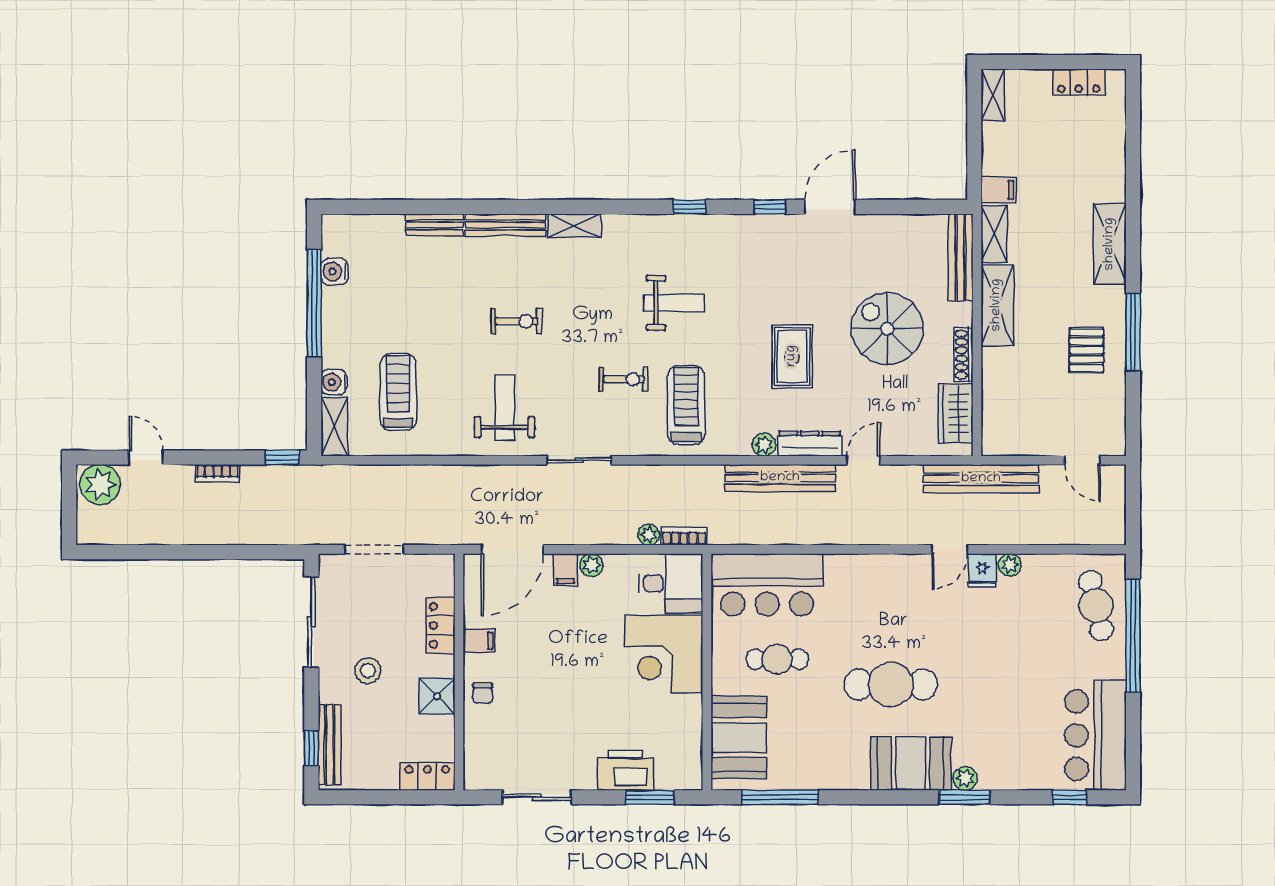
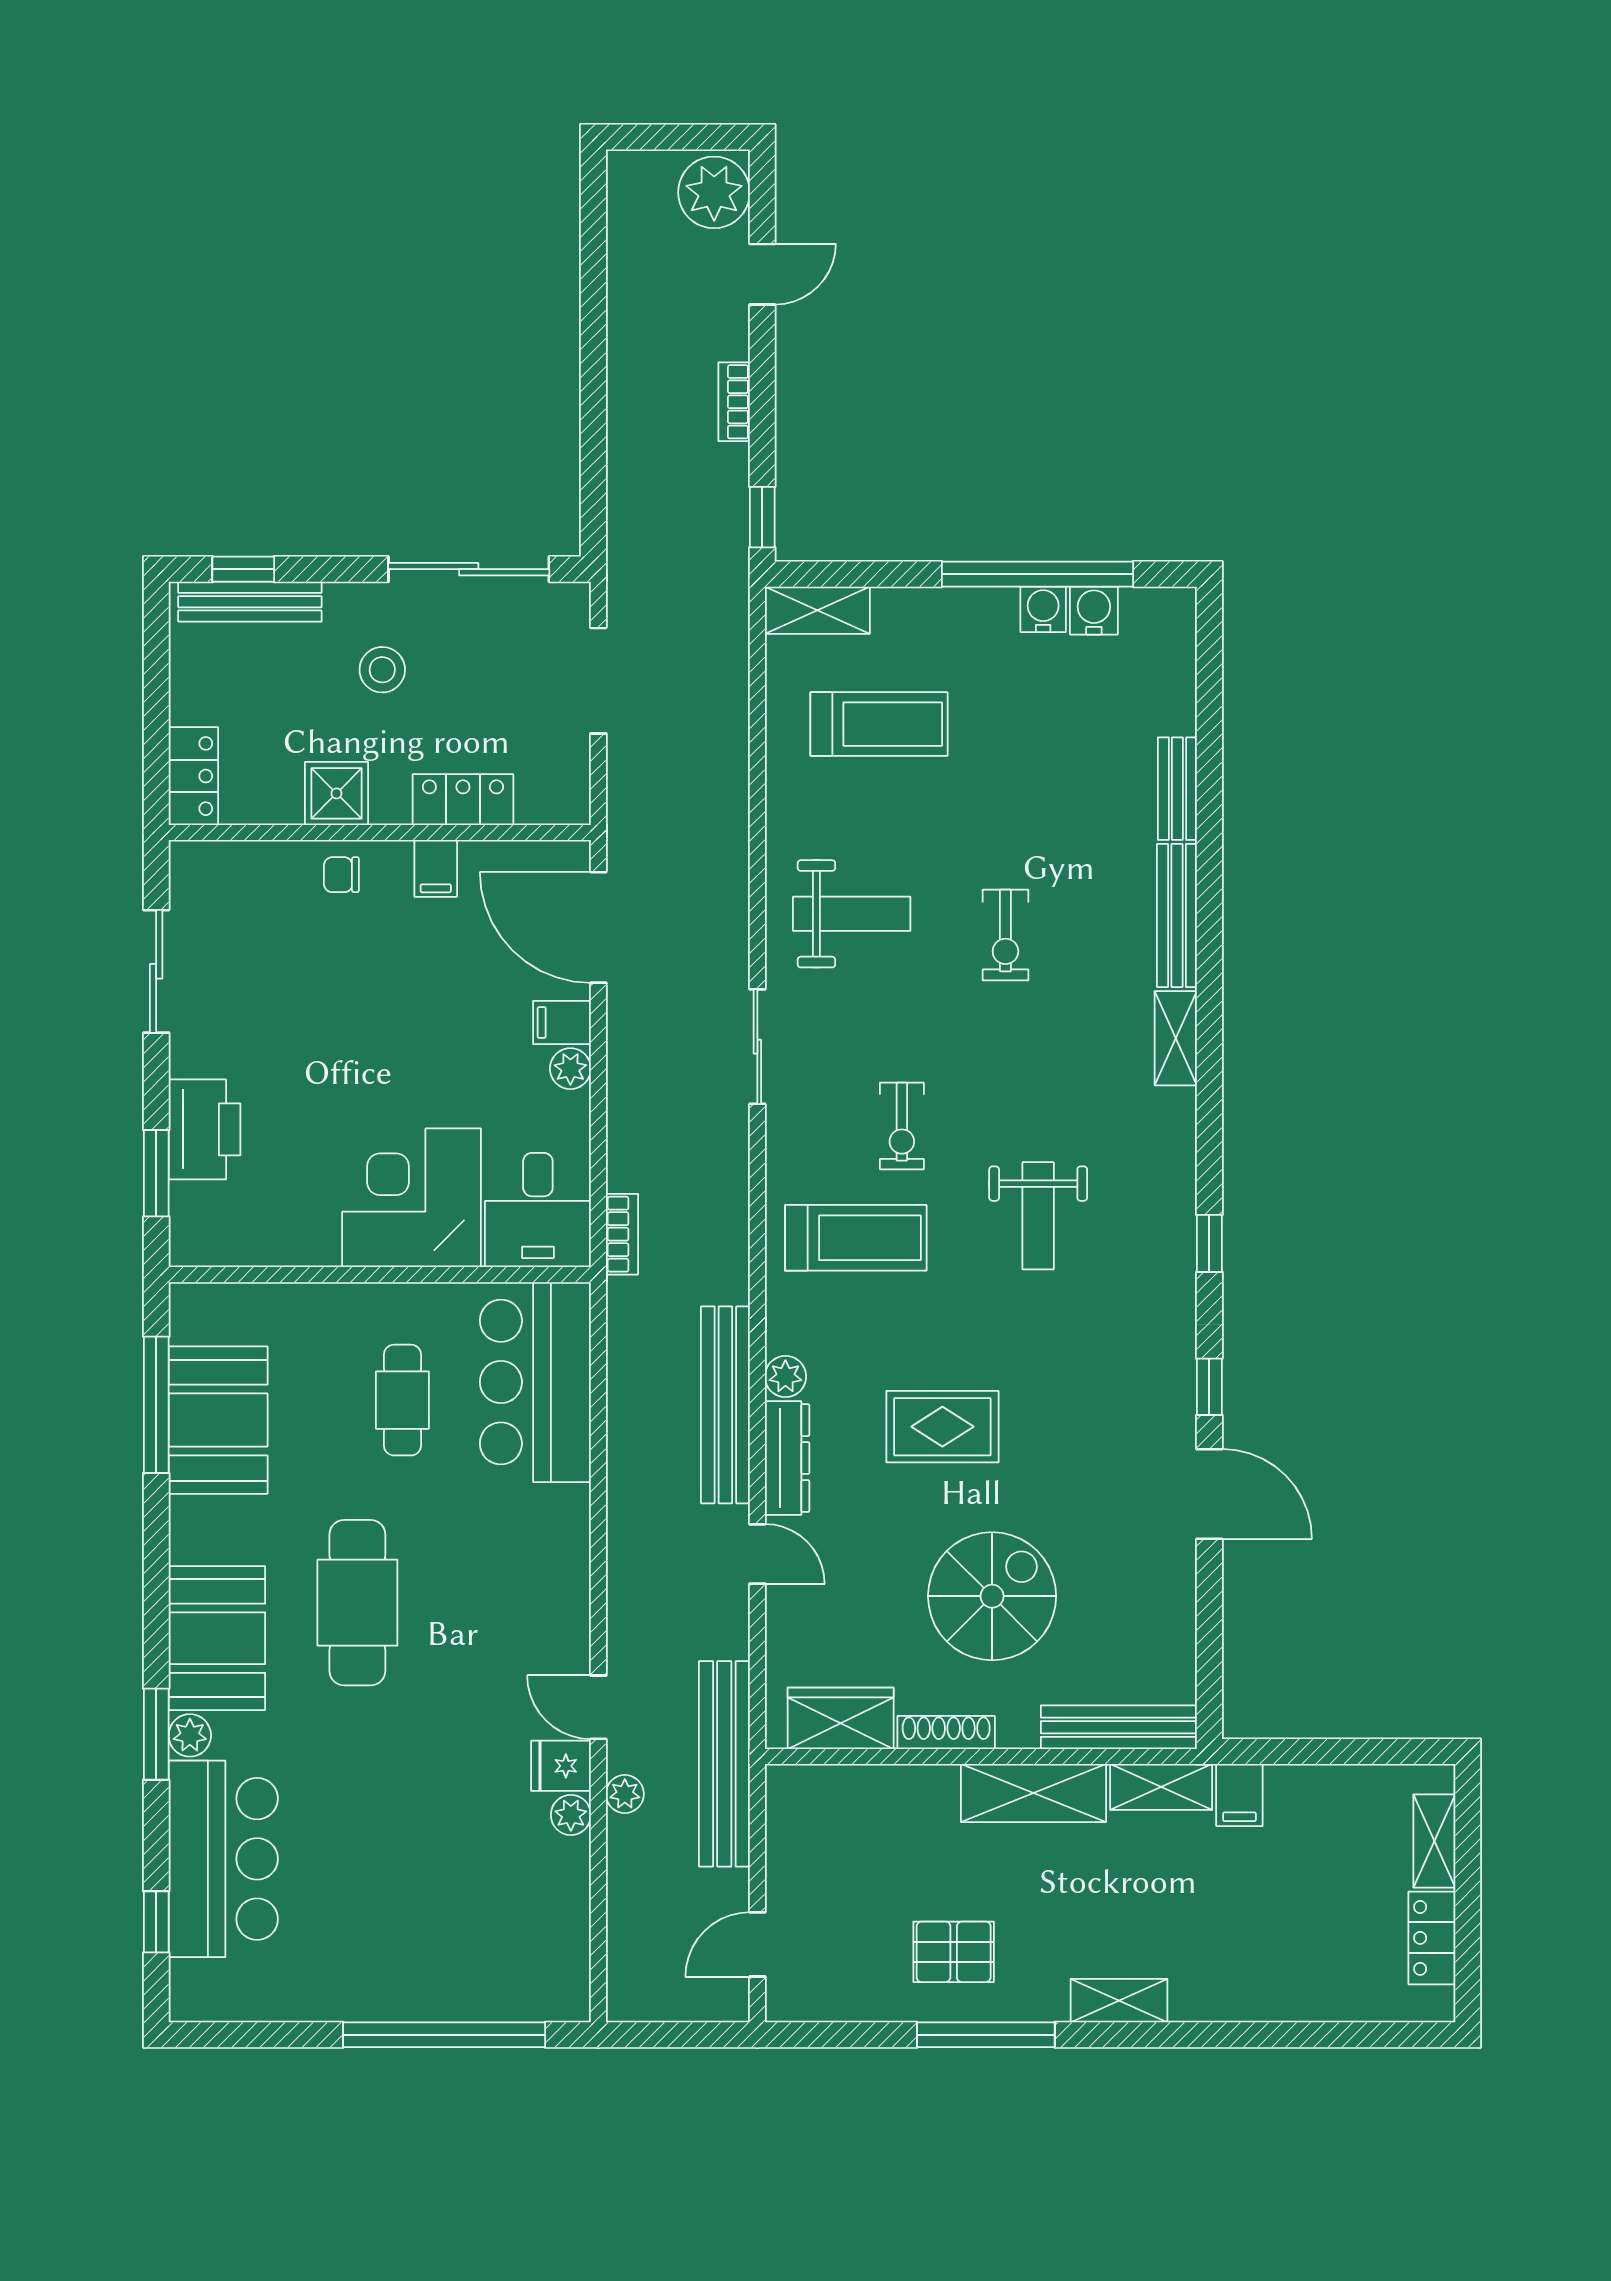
shelving: (993, 95) -> (1434, 1841), moved, turned 90
shelving: (1110, 244) -> (1119, 2001), width x0.67, depth x0.75
water cooler: (334, 382) -> (1043, 609), moved
plant: (649, 535) -> (625, 1794), moved
cafe table: (1096, 606) -> (498, 1969), removed
bar counter: (1095, 735) -> (223, 1859), moved, turned 90
booth: (739, 738) -> (218, 1420), moved, turned 90

